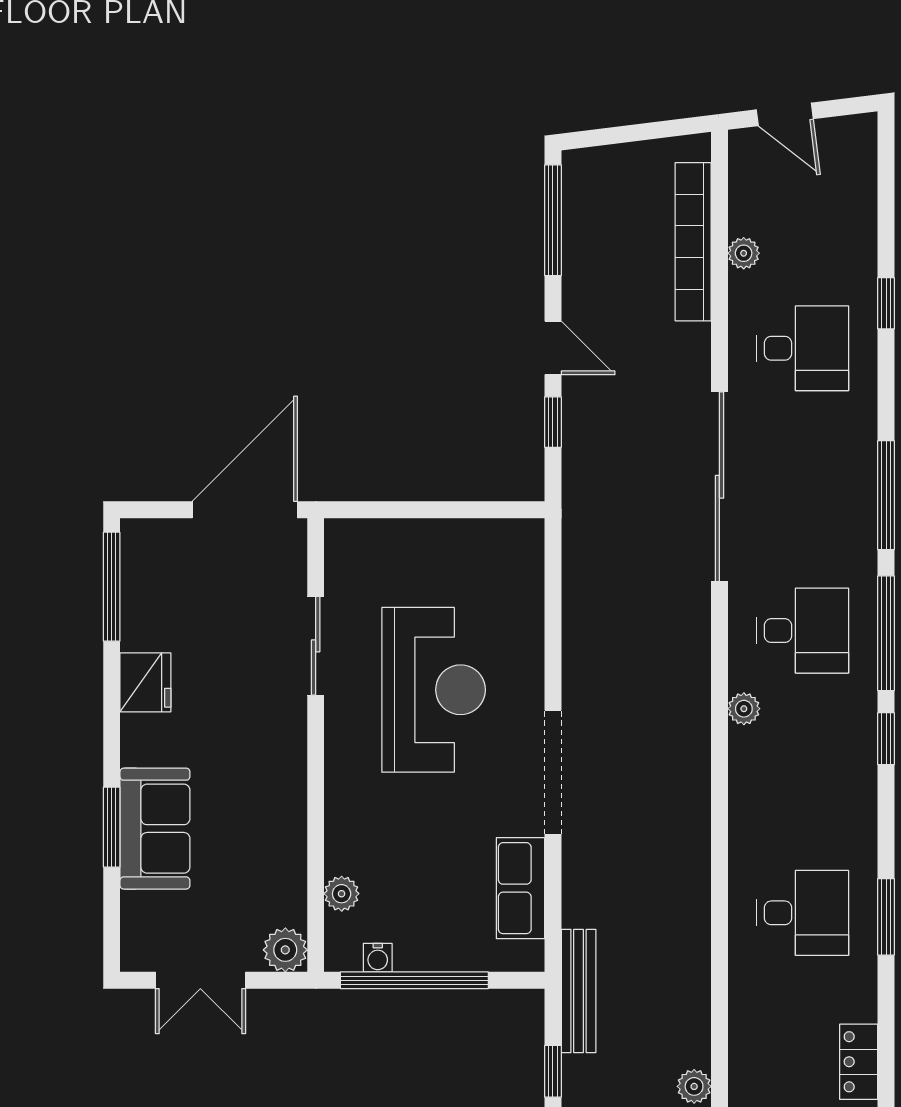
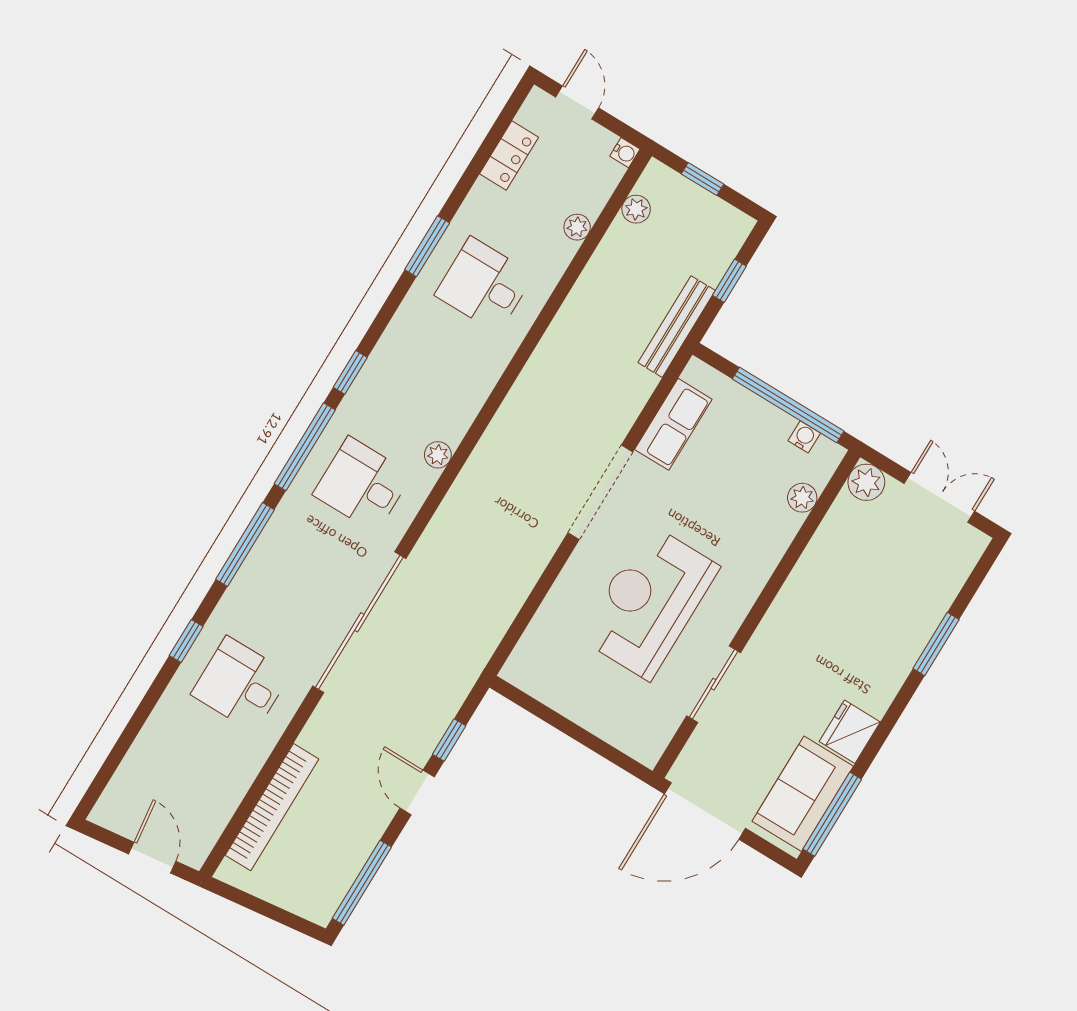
plant: (744, 253) -> (577, 227), moved
window: (886, 303) -> (186, 641), moved
sofa: (155, 829) -> (803, 794), moved

